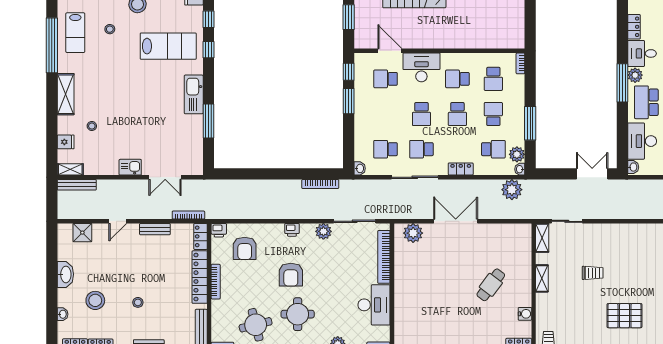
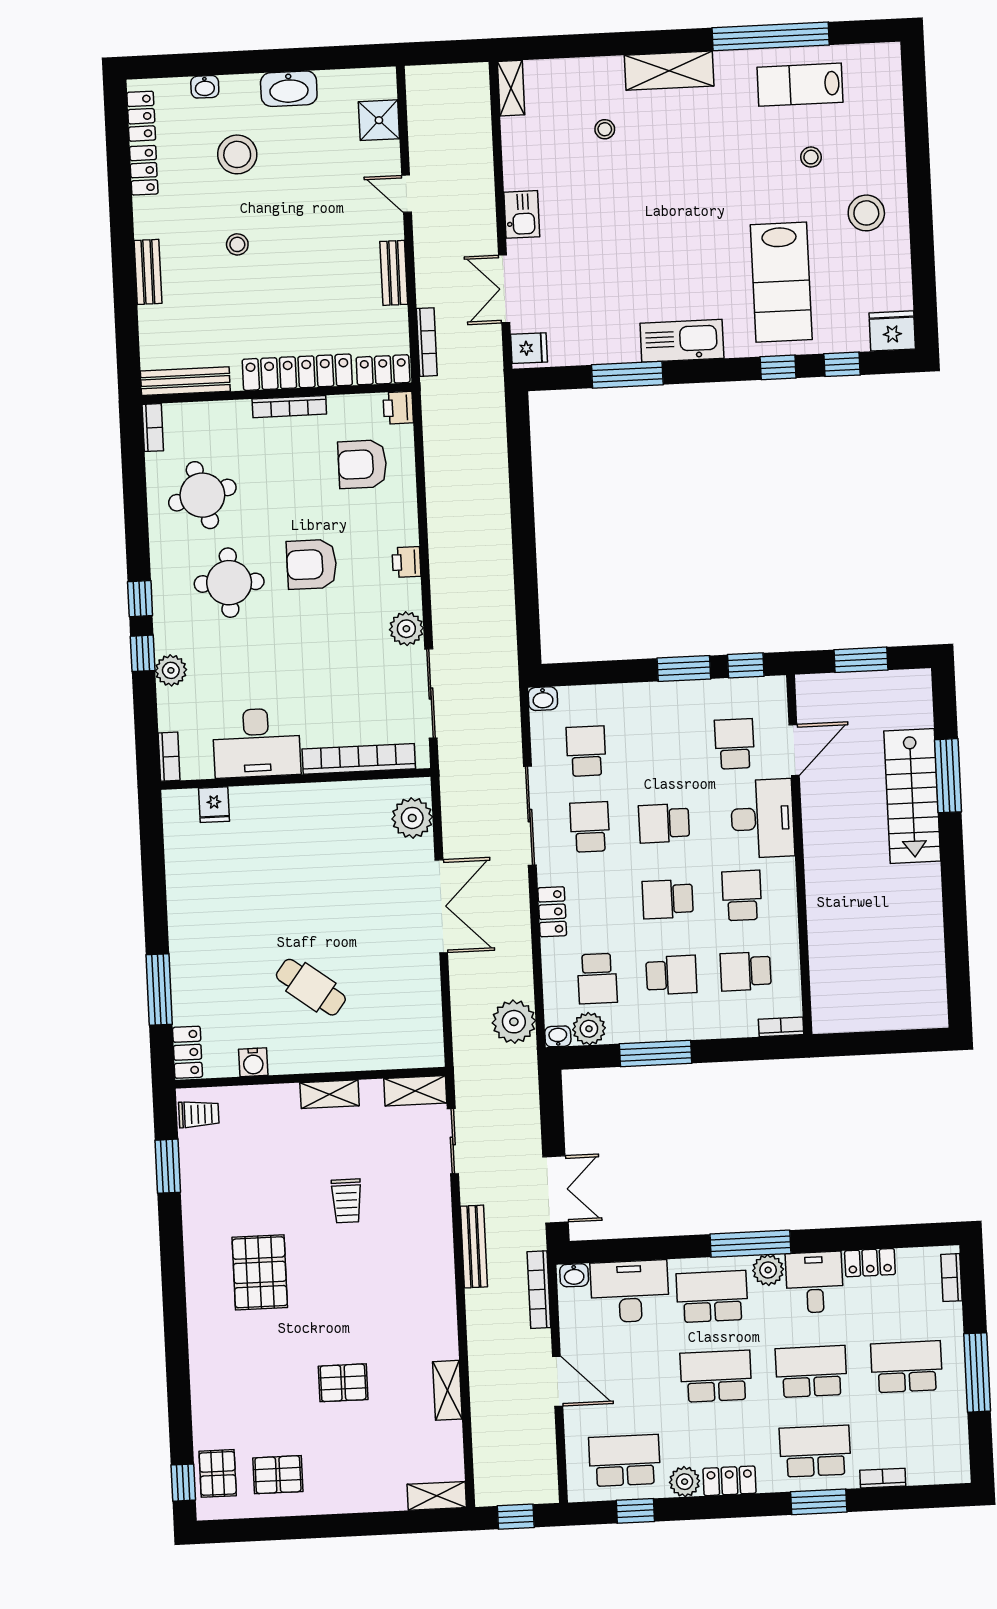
fridge: (66, 142) -> (529, 348), moved, turned -90
bookcase: (320, 184) -> (539, 1290), moved
bench: (77, 185) -> (474, 1247), moved
fridge: (402, 326) -> (214, 805), added

